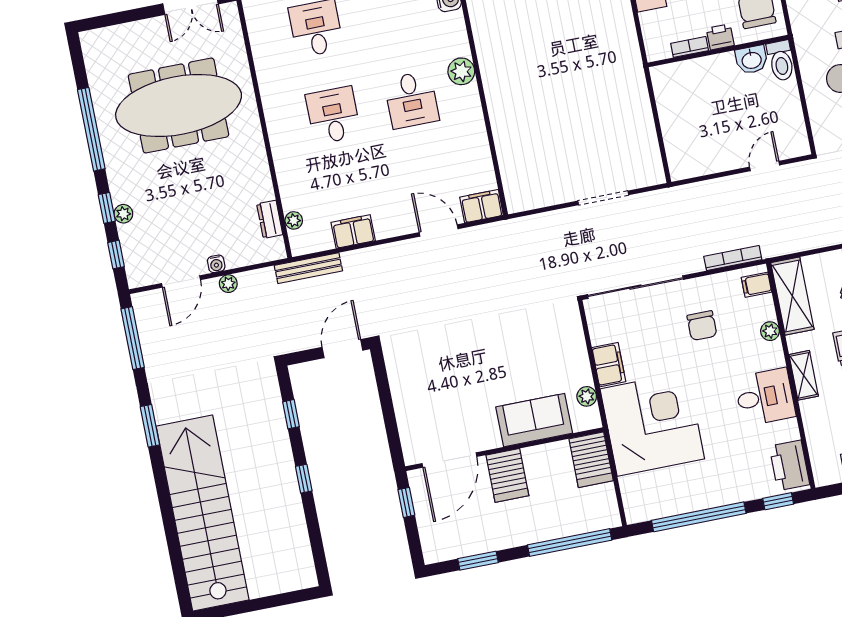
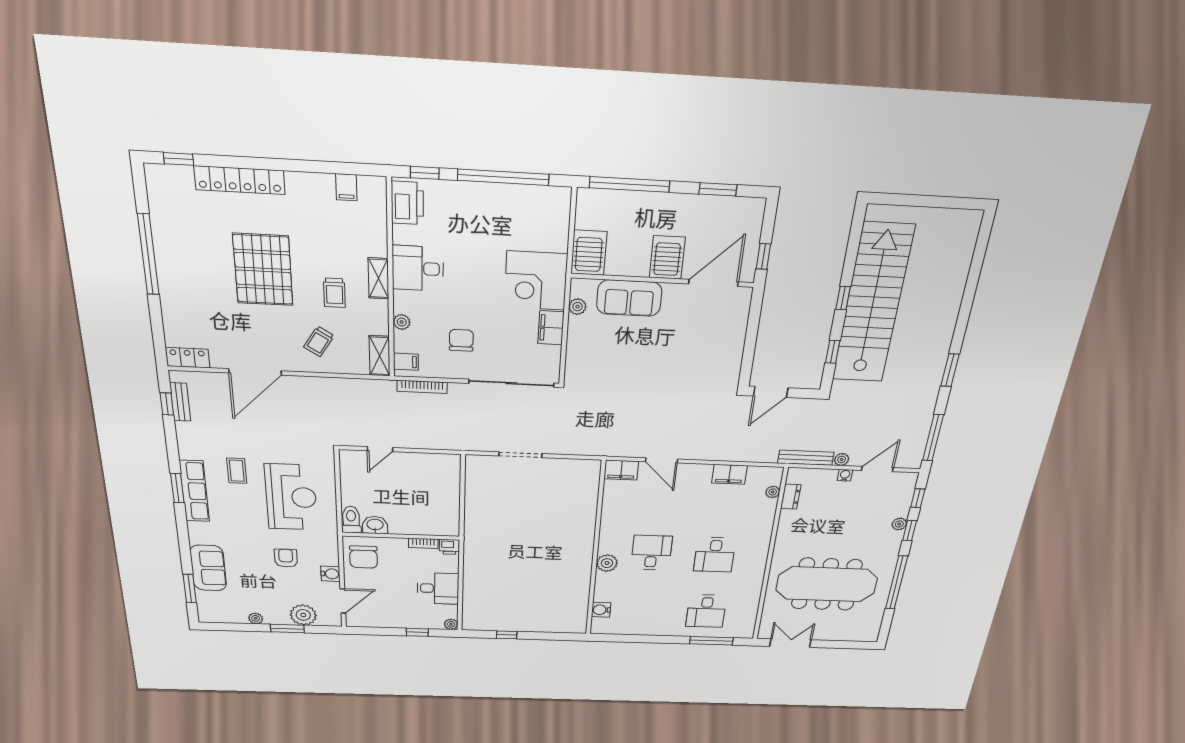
printer: (720, 37) -> (449, 547), moved
bench: (308, 268) -> (806, 458), moved
shelving: (792, 296) -> (379, 356), width x0.67, depth x0.75
corner desk: (652, 424) -> (536, 281), width x0.74, depth x0.74
stairs: (203, 513) -> (873, 304), moved, turned 180

